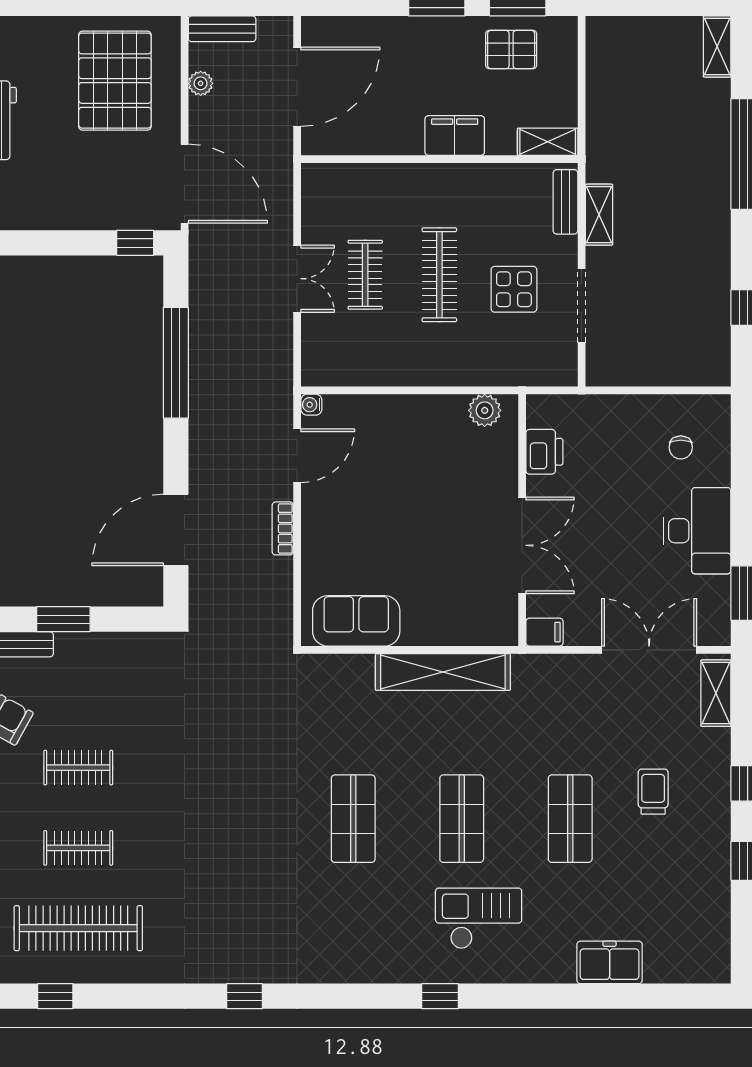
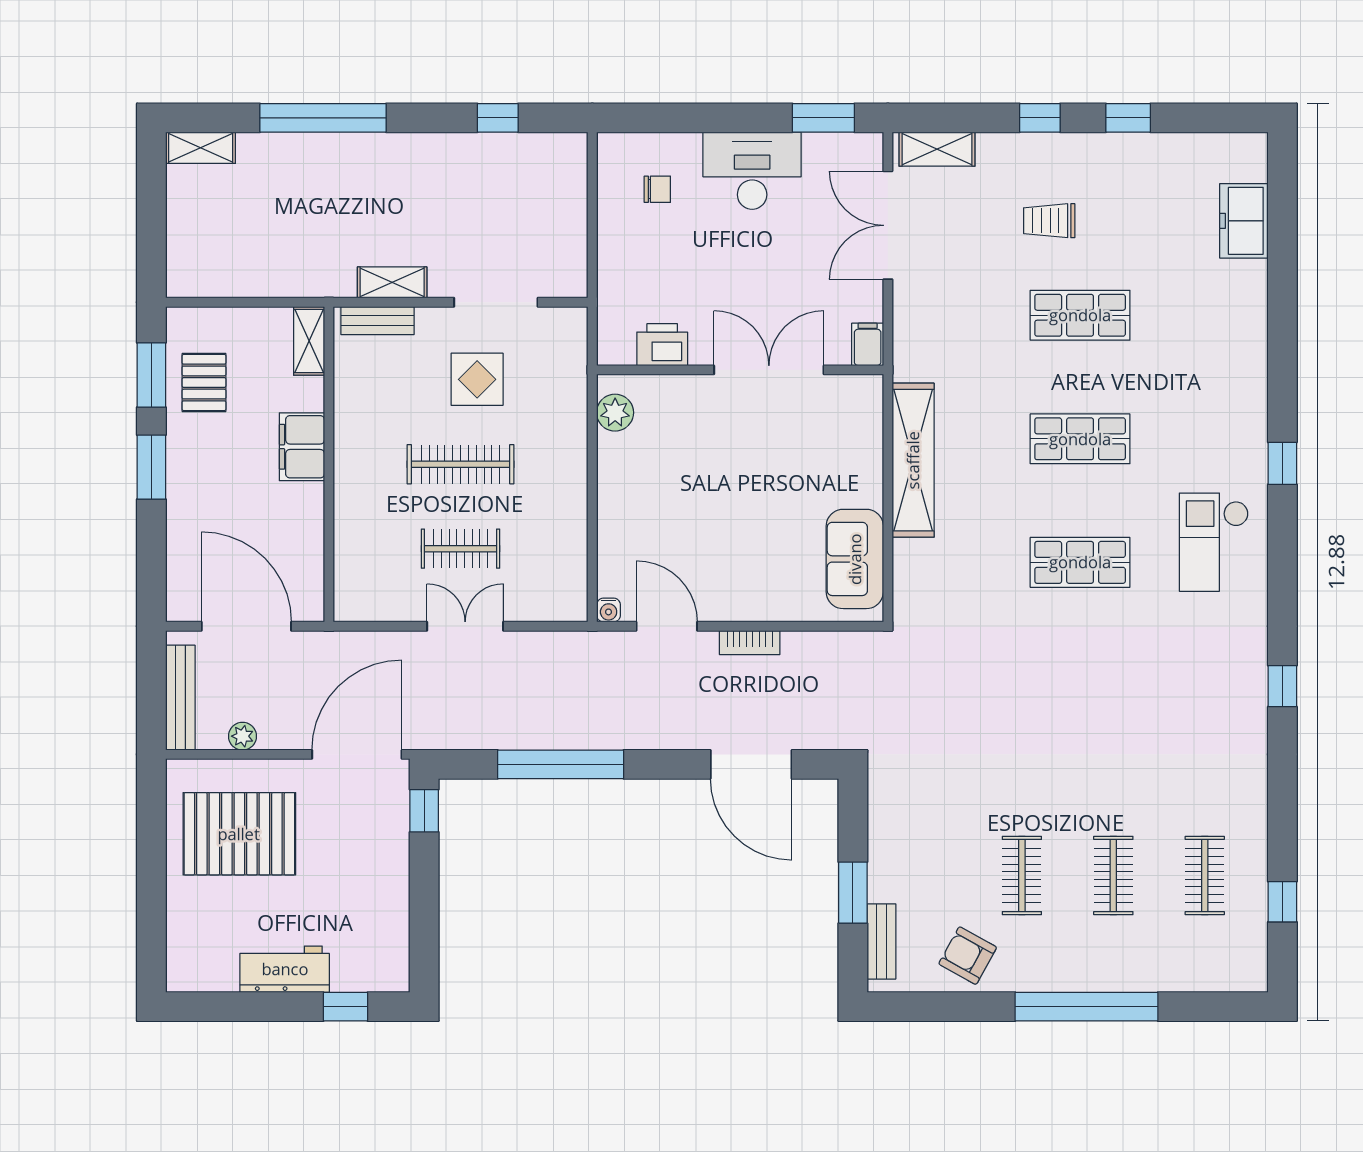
bench: (222, 29) -> (180, 698), width x1.36
checkout: (479, 918) -> (1214, 542), moved
clothes rail: (78, 928) -> (1205, 875), width x0.54, depth x0.76
freezer: (610, 962) -> (1244, 221), moved

